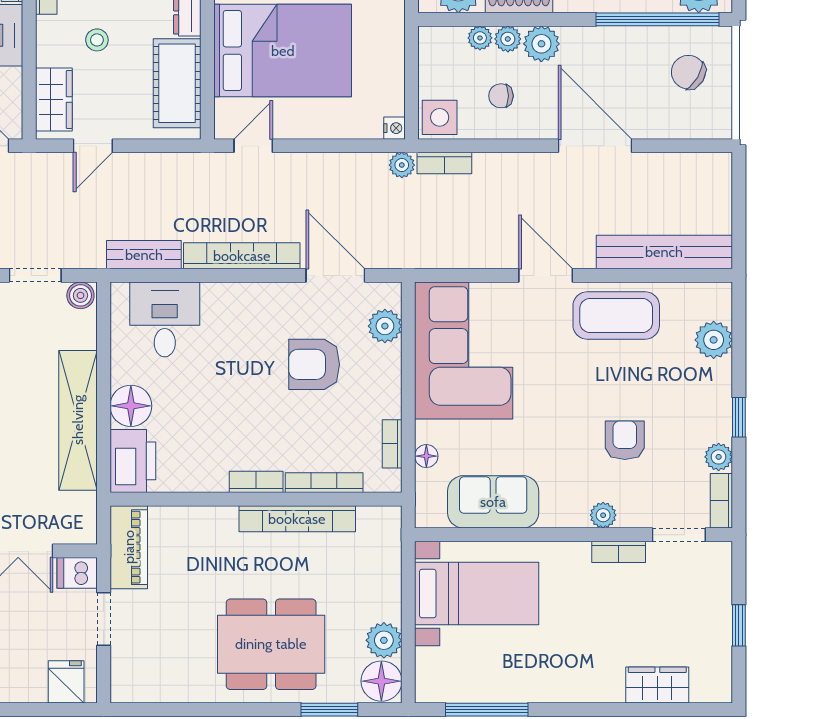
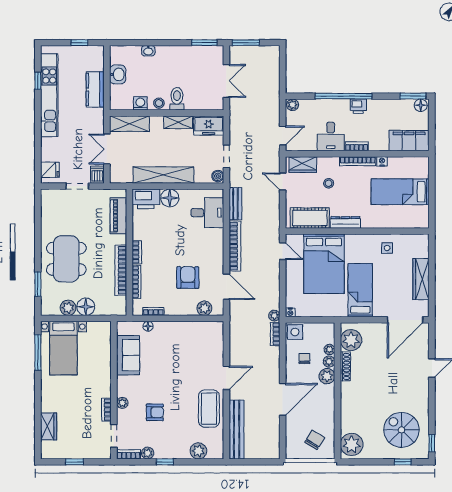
window: (657, 19) -> (338, 427), removed
door: (335, 275) -> (226, 287), hinge flipped
corner sofa: (464, 351) -> (194, 342), removed
piano: (129, 547) -> (118, 216), moved, turned 90
bed with nightstands: (477, 594) -> (63, 348), moved
floor lamp: (381, 681) -> (86, 307), moved

